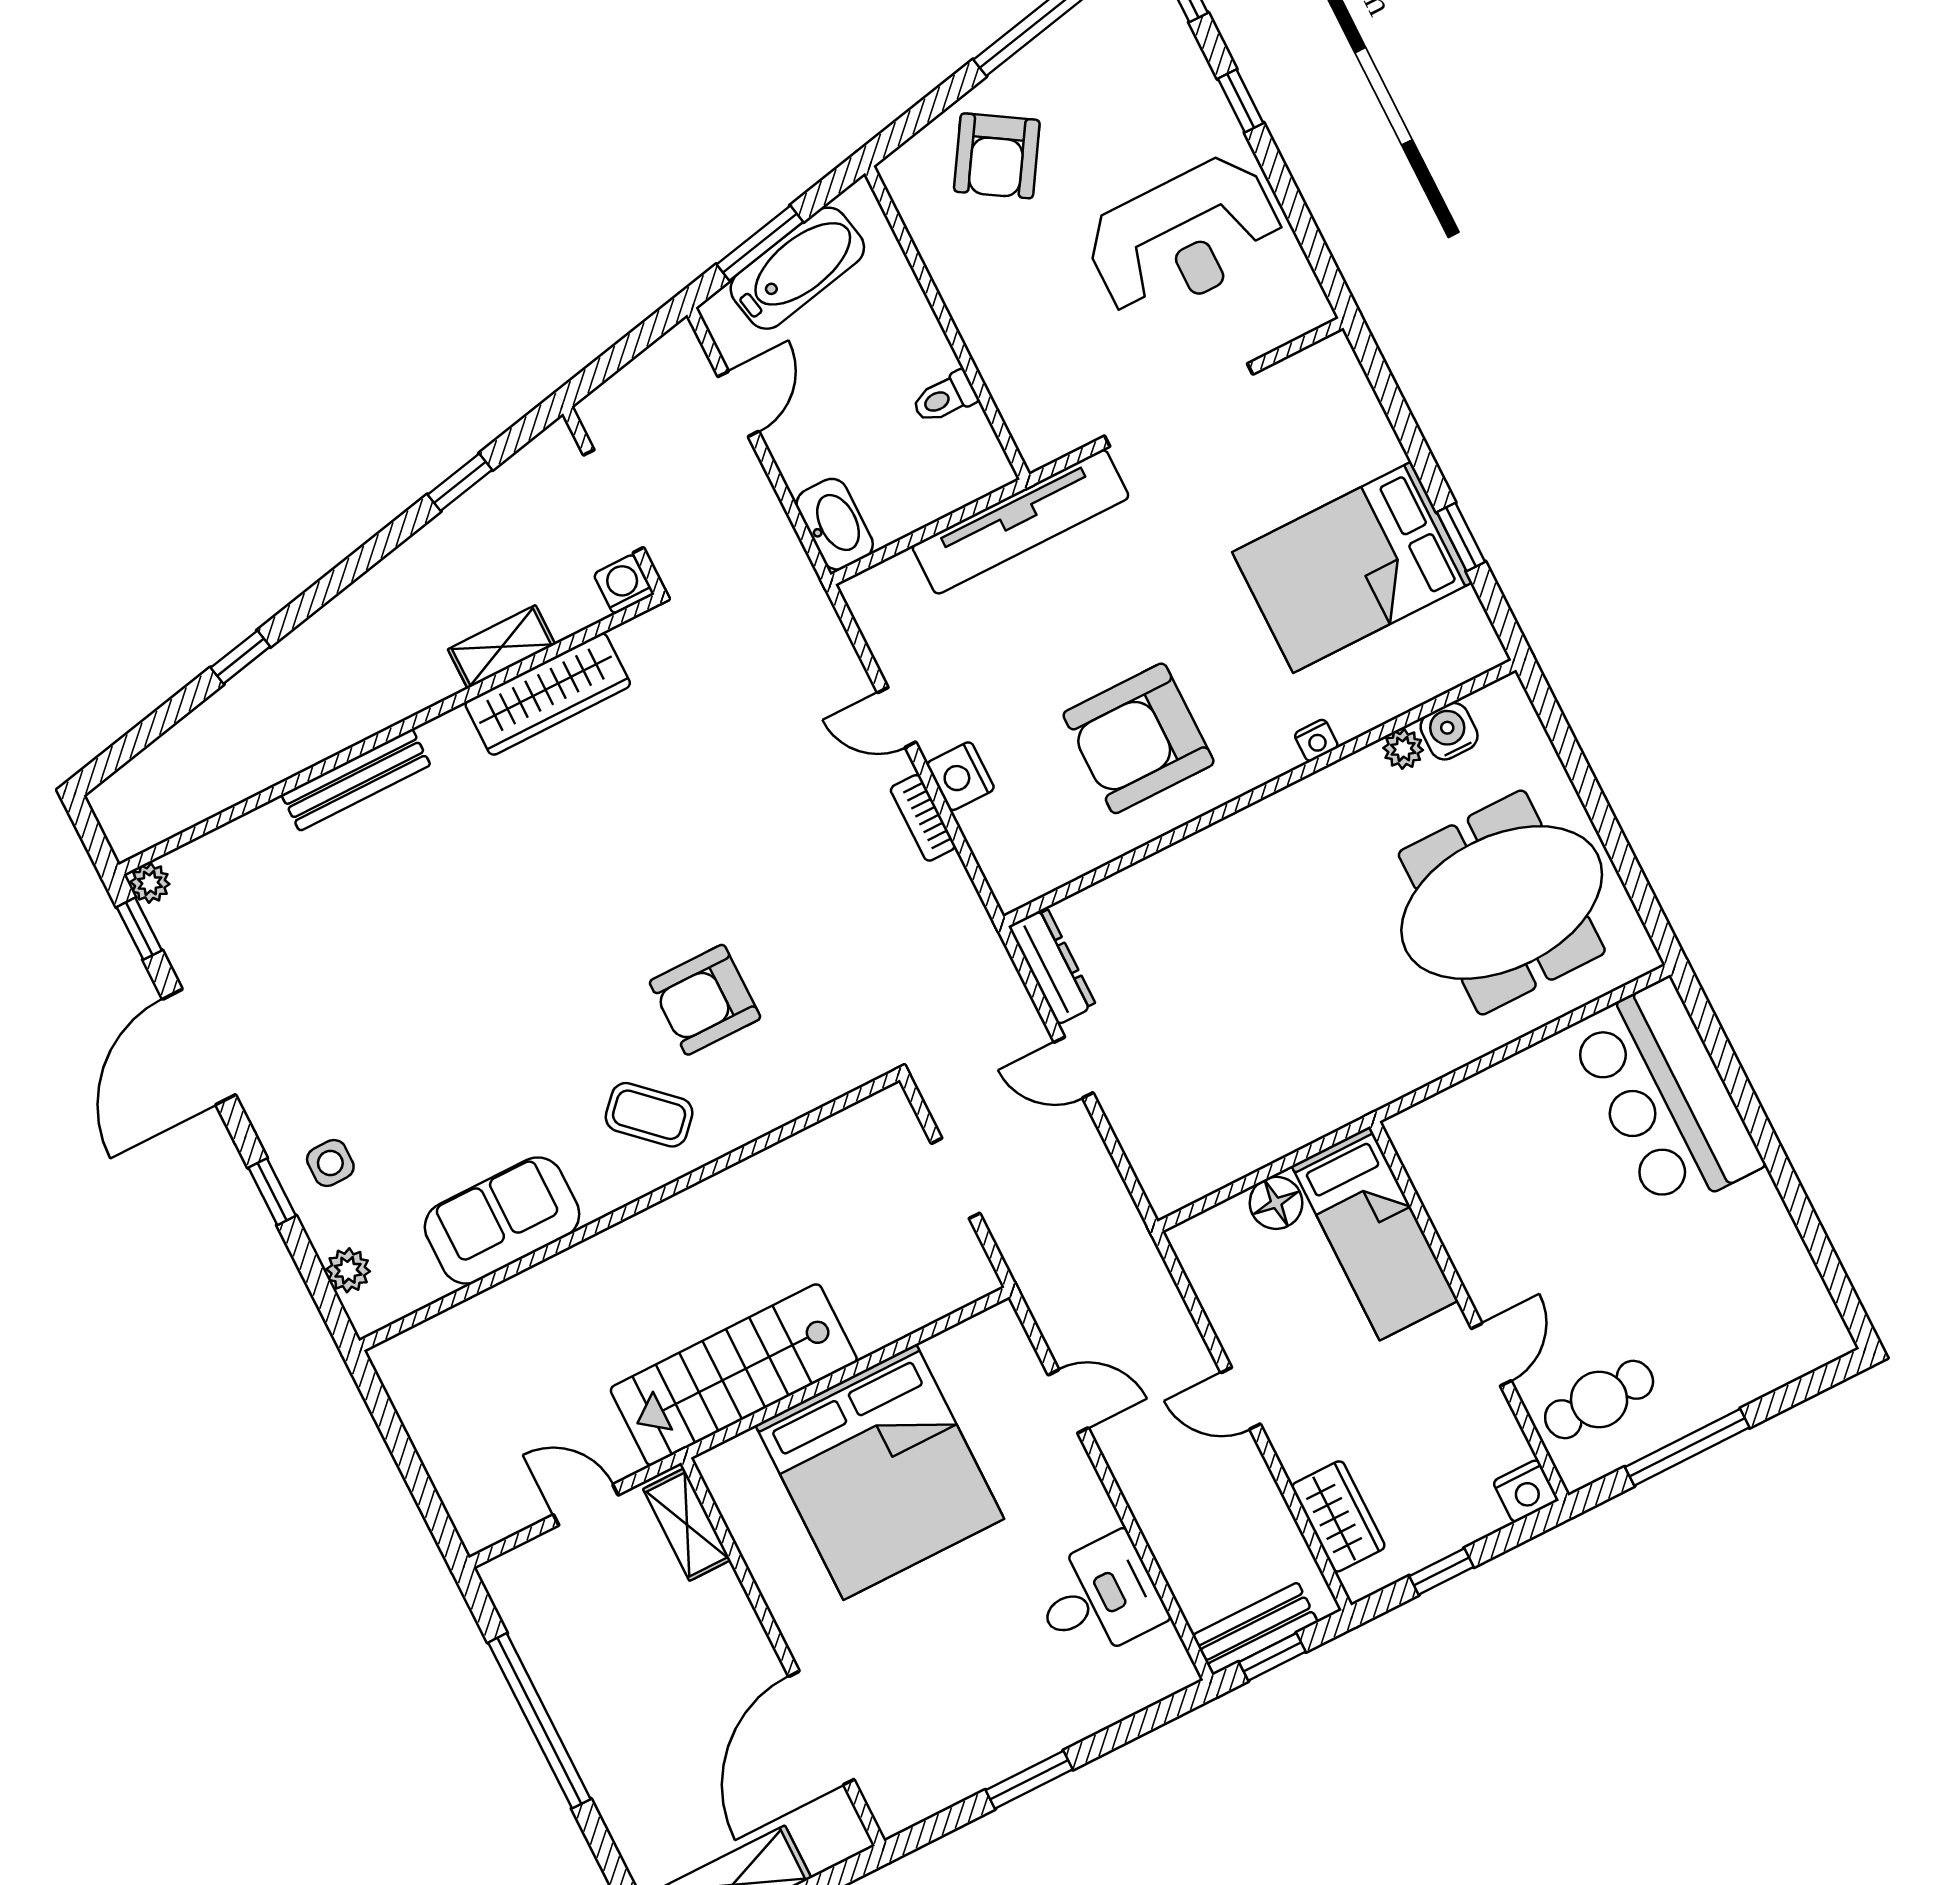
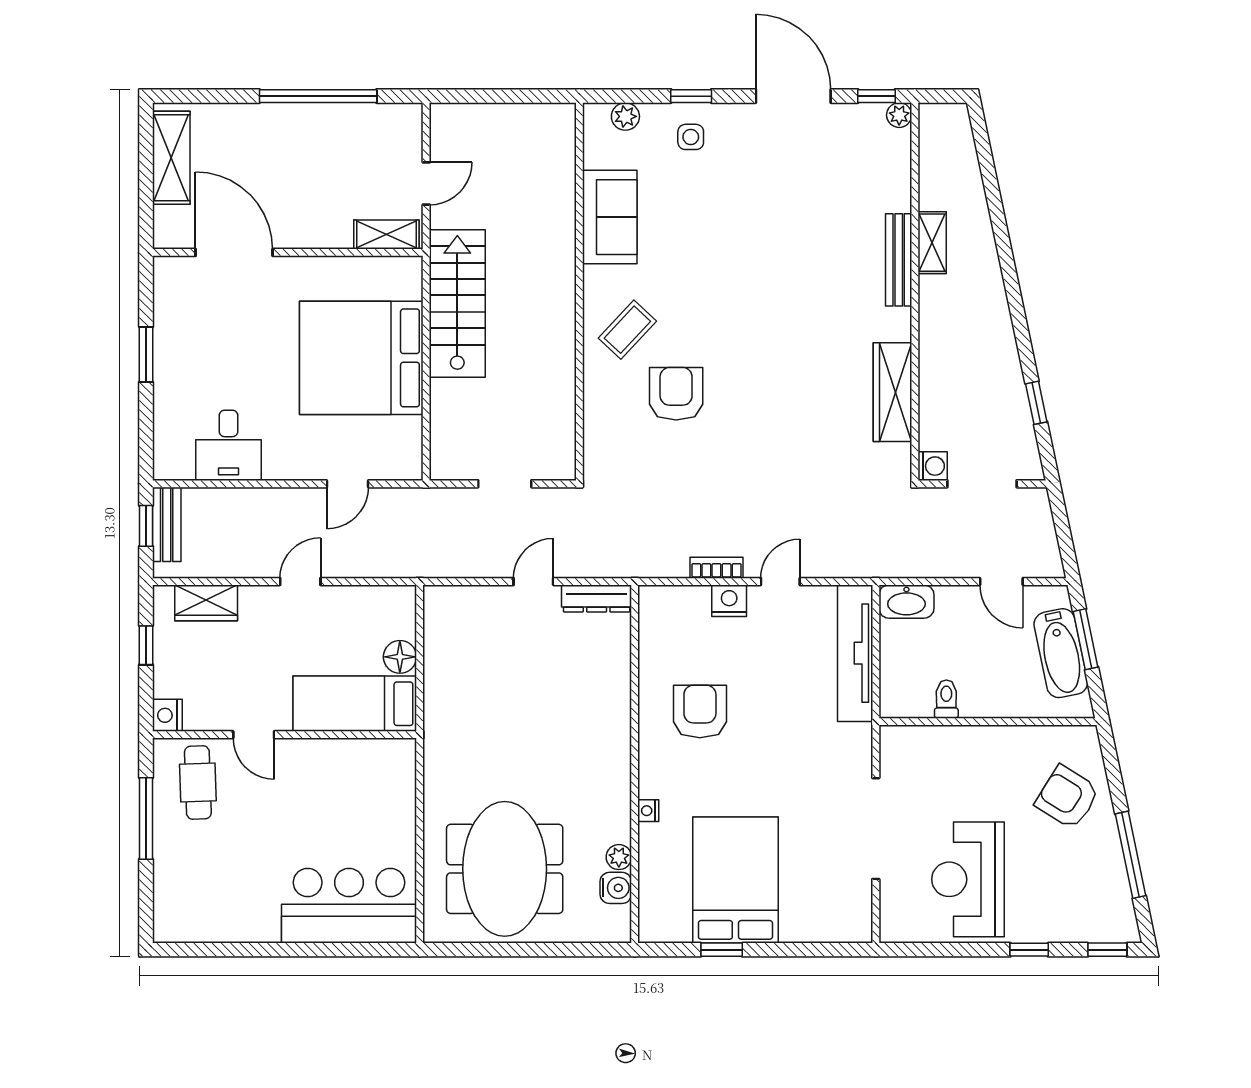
tv unit: (1021, 522) -> (855, 653), moved
shelving: (502, 647) -> (932, 243), moved
window: (240, 657) -> (1000, 230), removed
armchair: (1139, 738) -> (700, 711), width x0.73, depth x0.73

